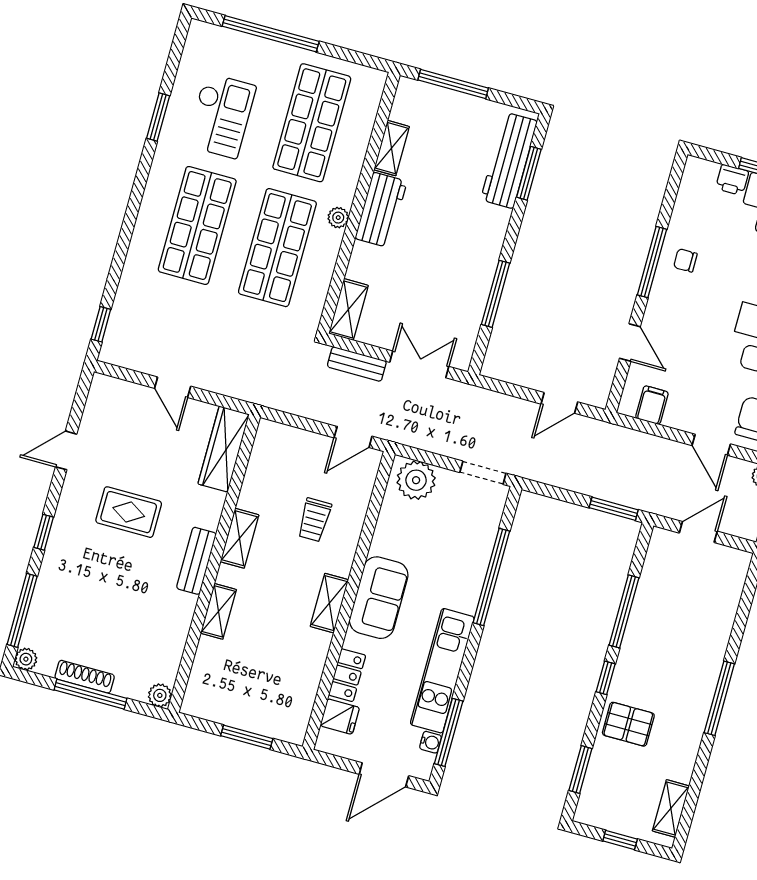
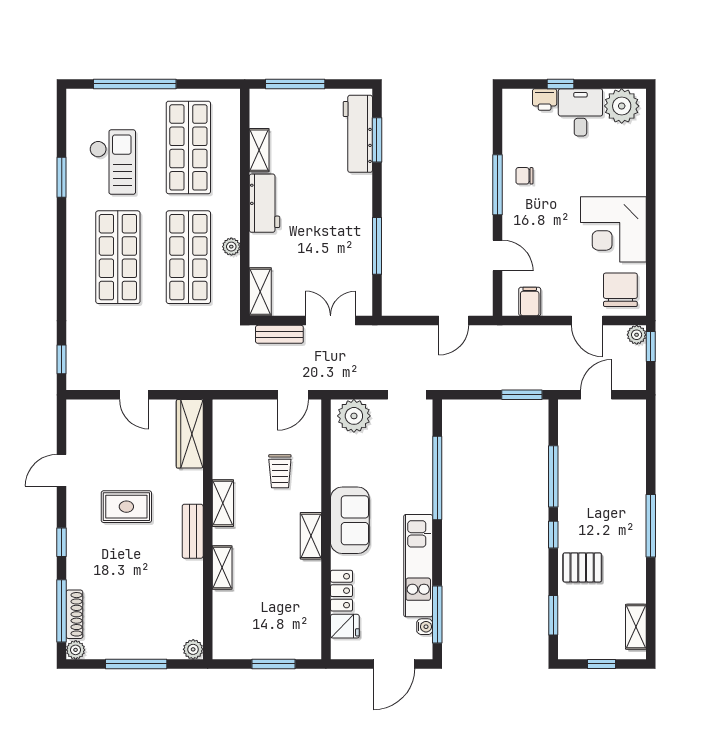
plant: (338, 218) -> (231, 247), moved
shoe rack: (85, 677) -> (74, 614), moved, turned 90

